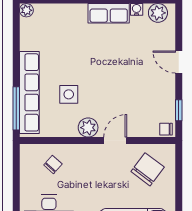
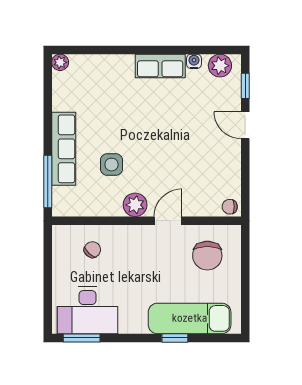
row of seats: (29, 92) -> (64, 149), width x0.73
window: (179, 110) -> (245, 86), moved
chair: (148, 169) -> (207, 256), turned 143

